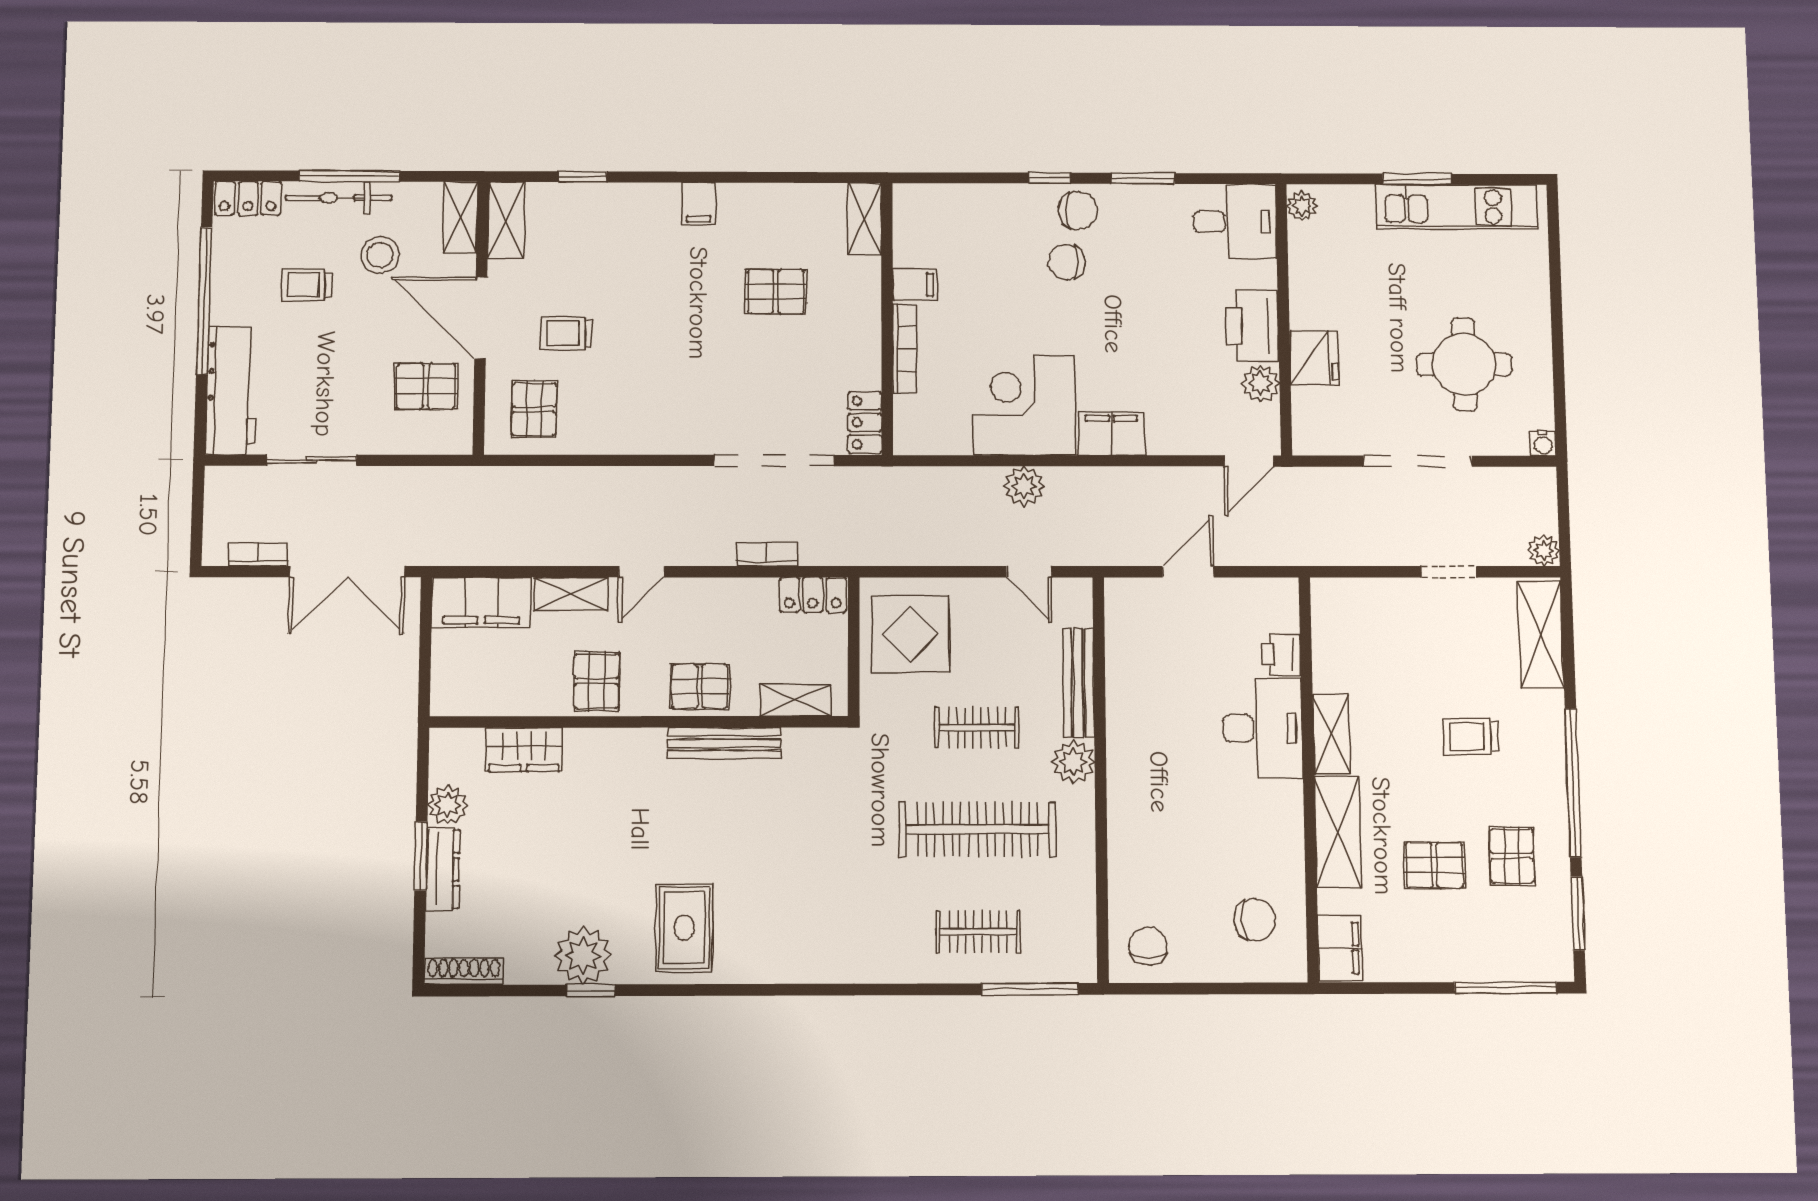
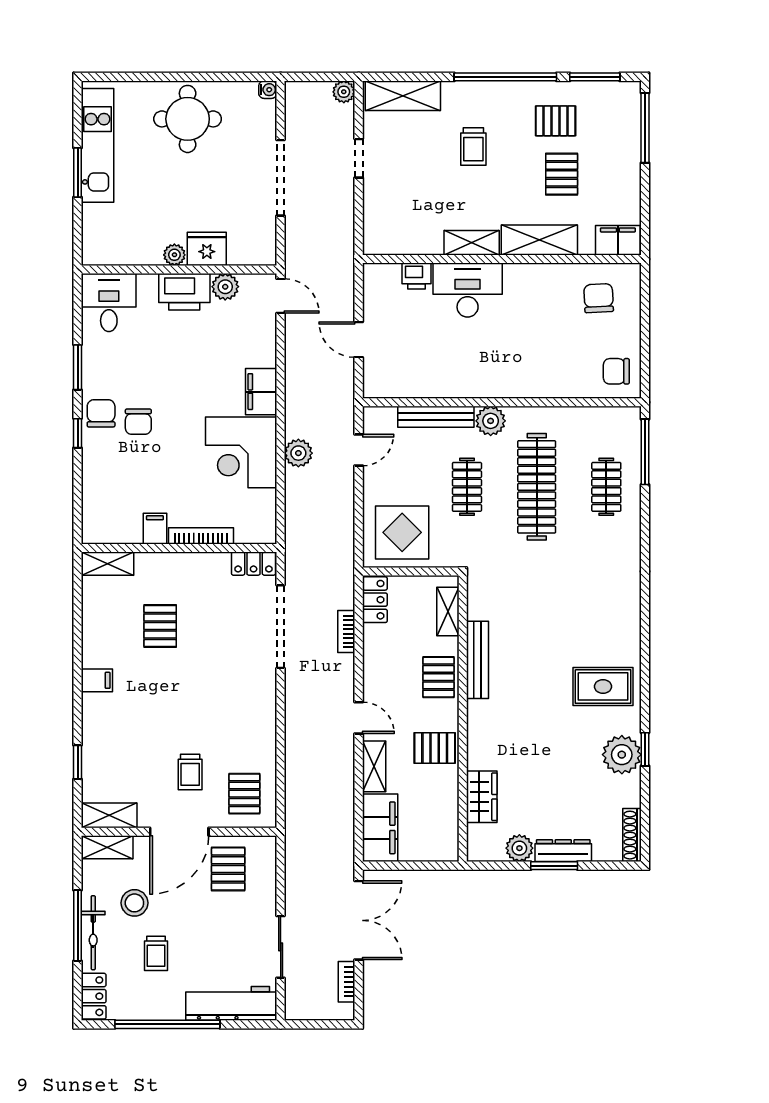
plant: (1302, 206) -> (174, 255), moved
round table: (1464, 364) -> (188, 119), moved
pallet: (534, 409) -> (244, 794), turned 90

